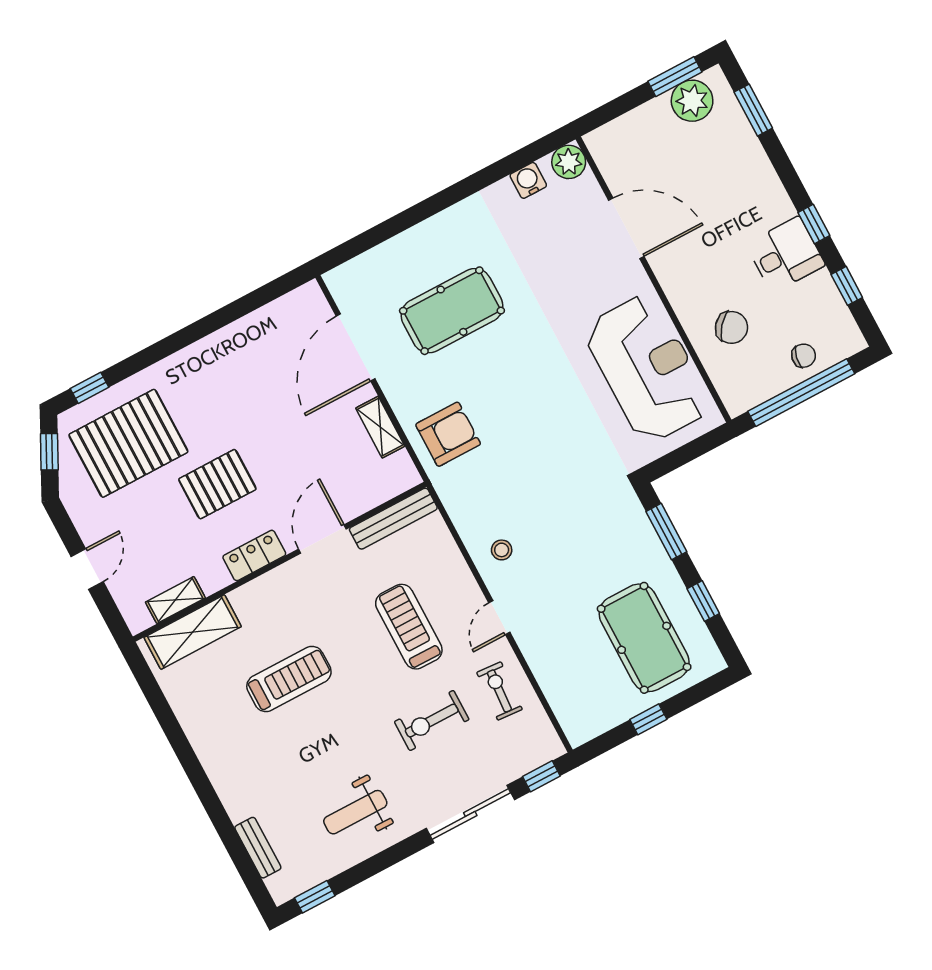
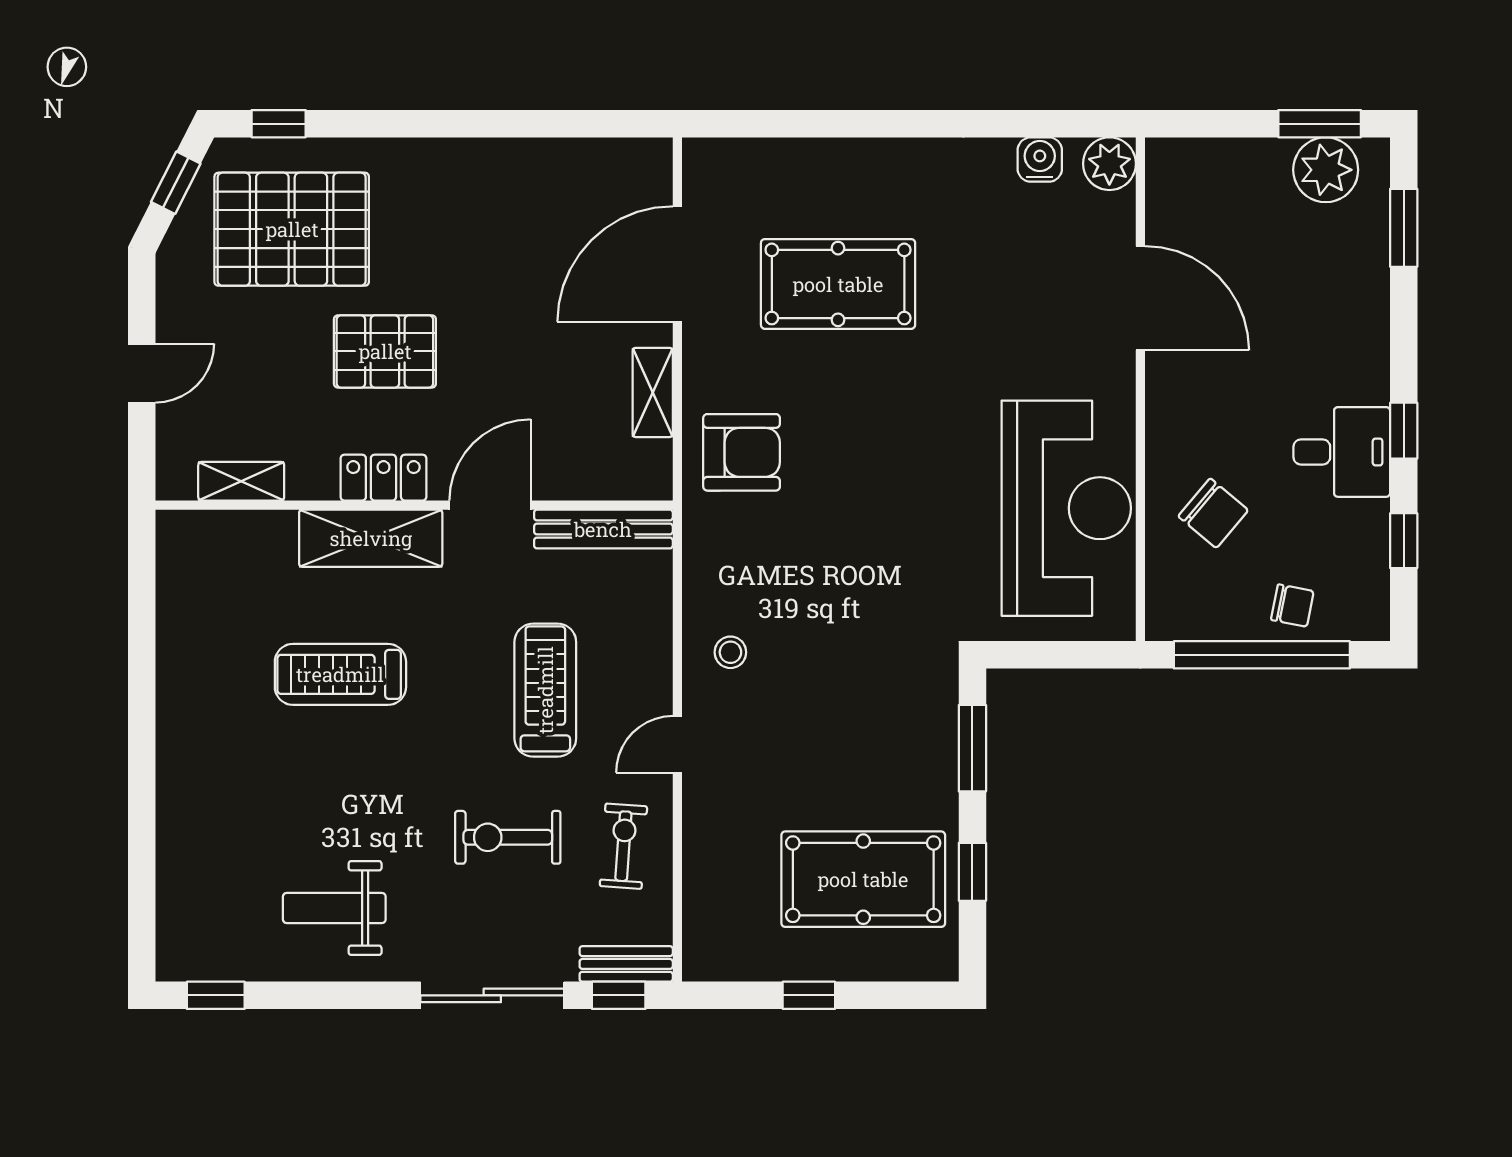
shelving: (193, 632) -> (371, 538), moved
pool table: (644, 638) -> (863, 879), turned 90
treadmill: (289, 679) -> (340, 674), turned 180
bench: (258, 848) -> (626, 964), moved, turned 90

